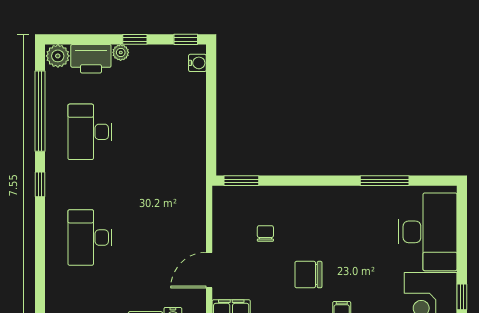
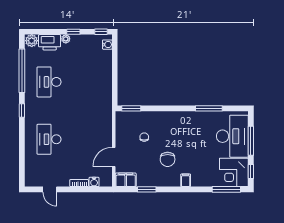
window: (462, 240) -> (251, 141), added
chair: (308, 275) -> (168, 159), turned -90

